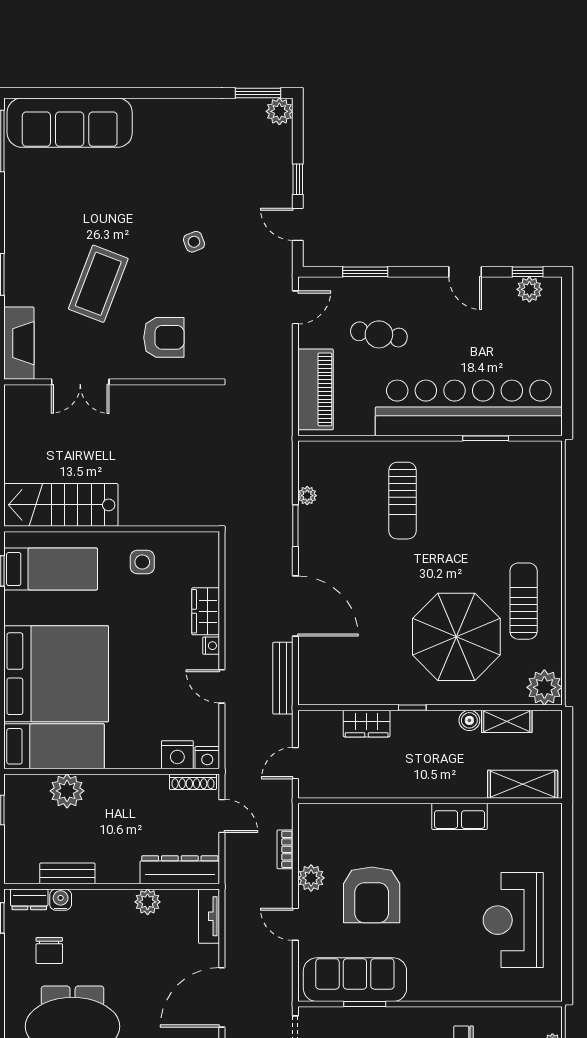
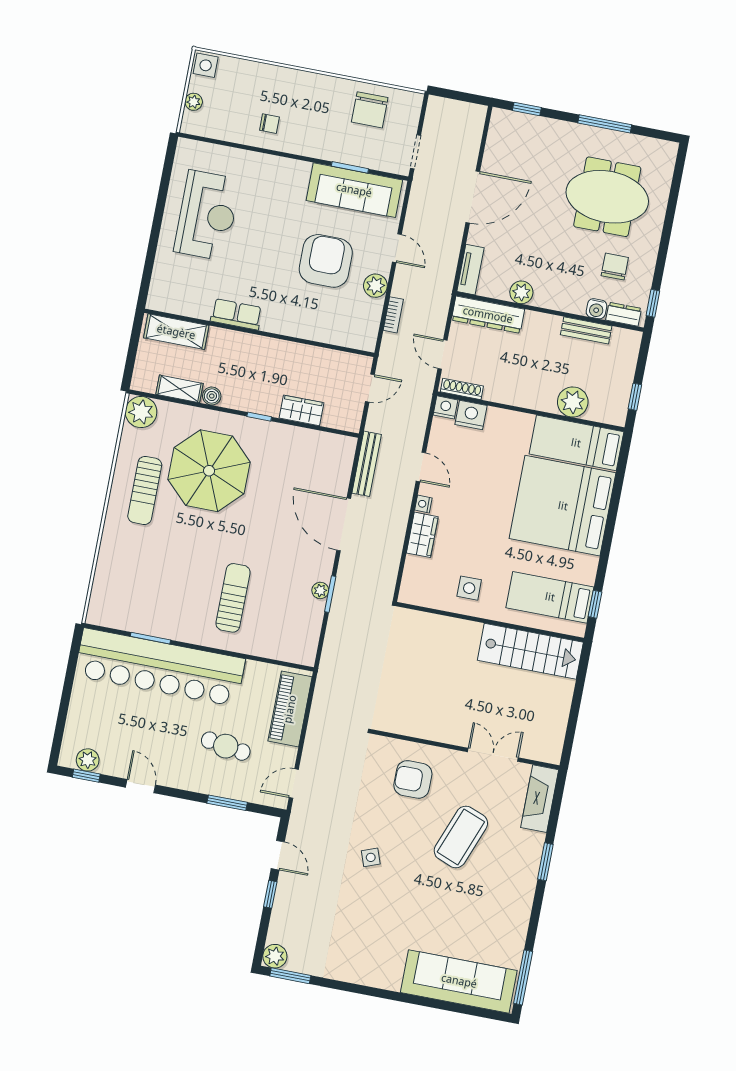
plant: (307, 496) -> (320, 590), moved

